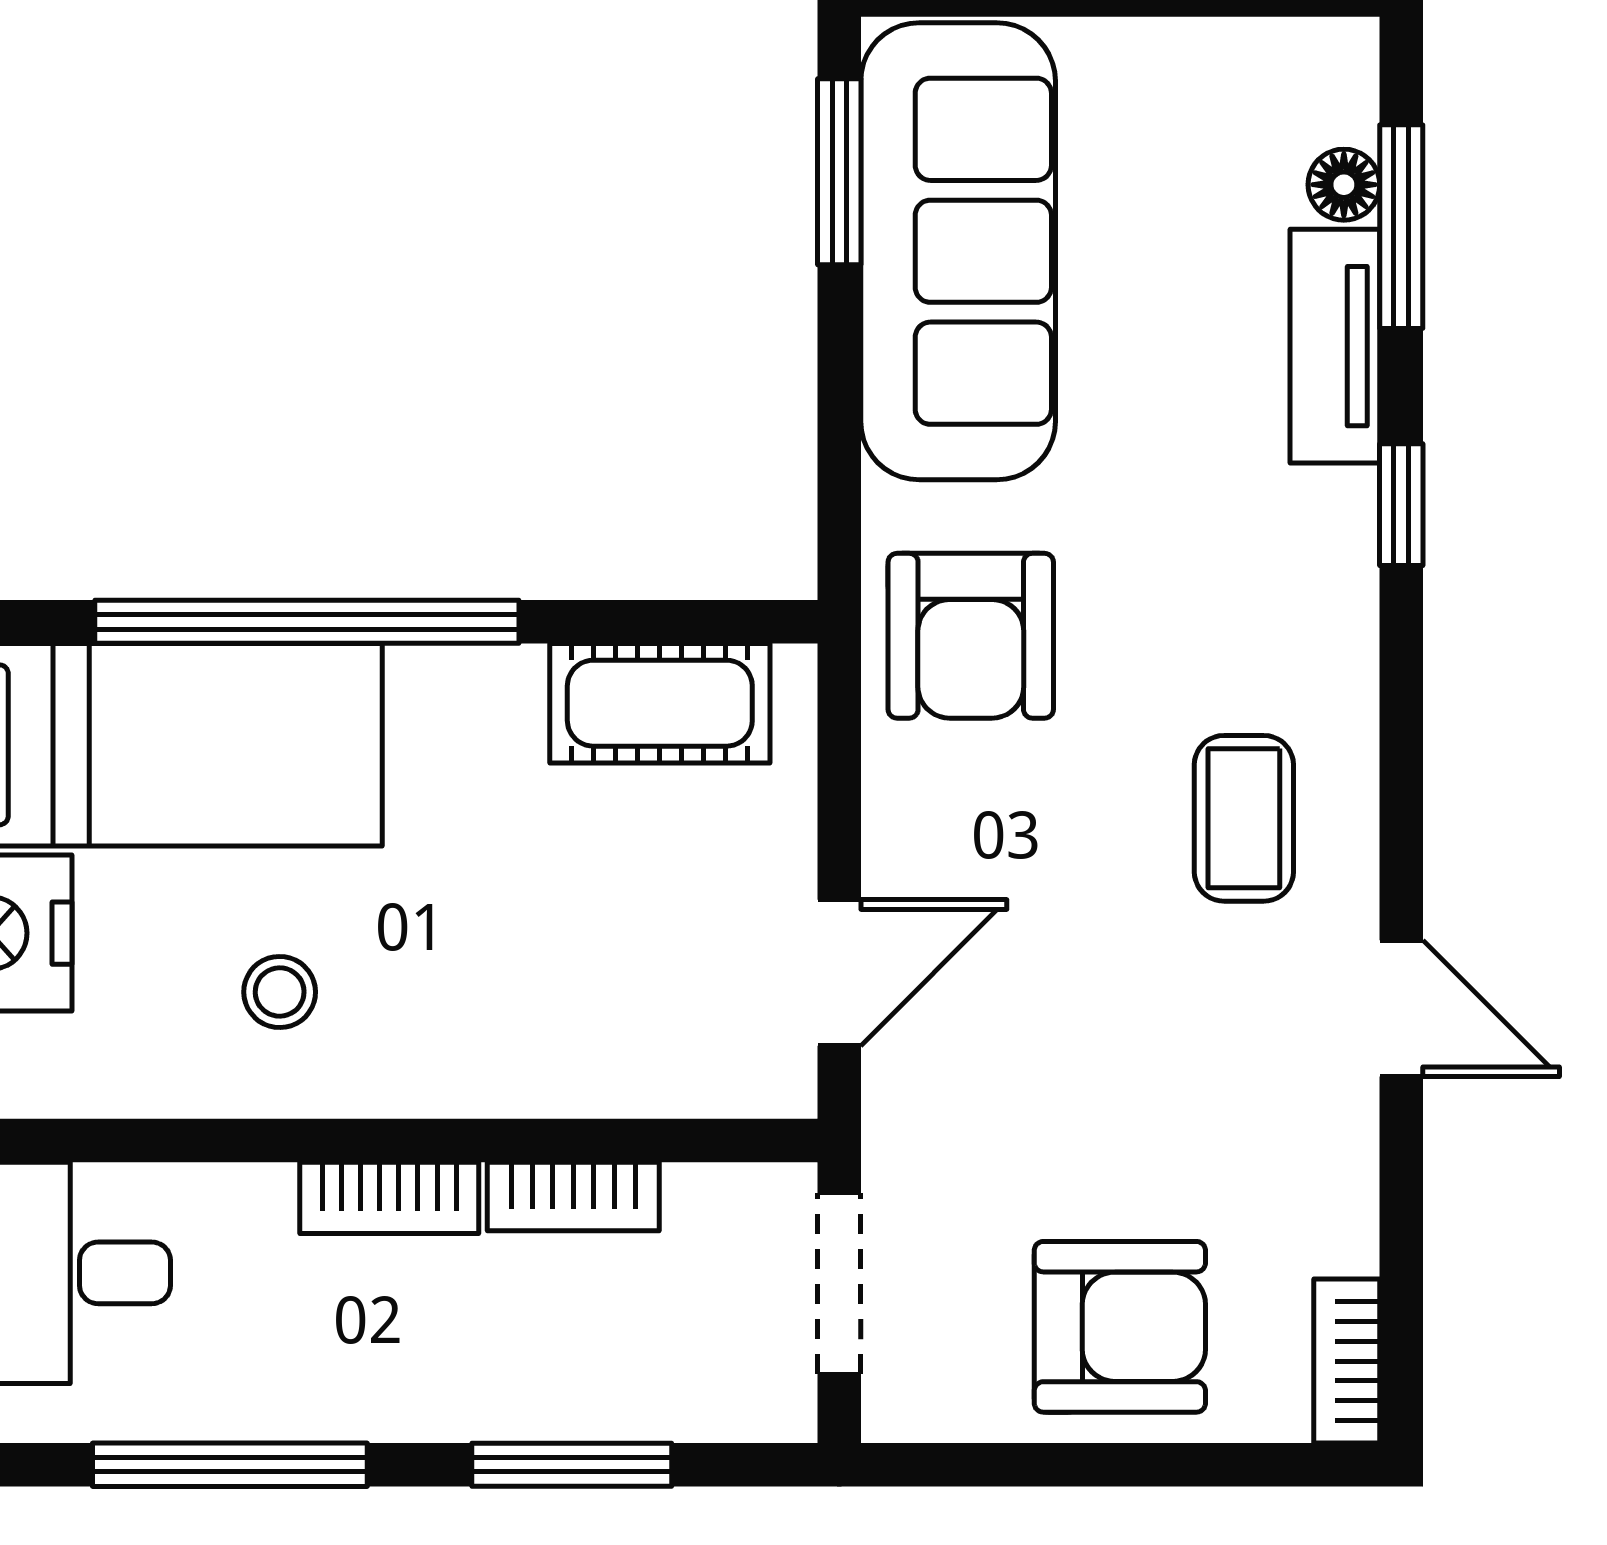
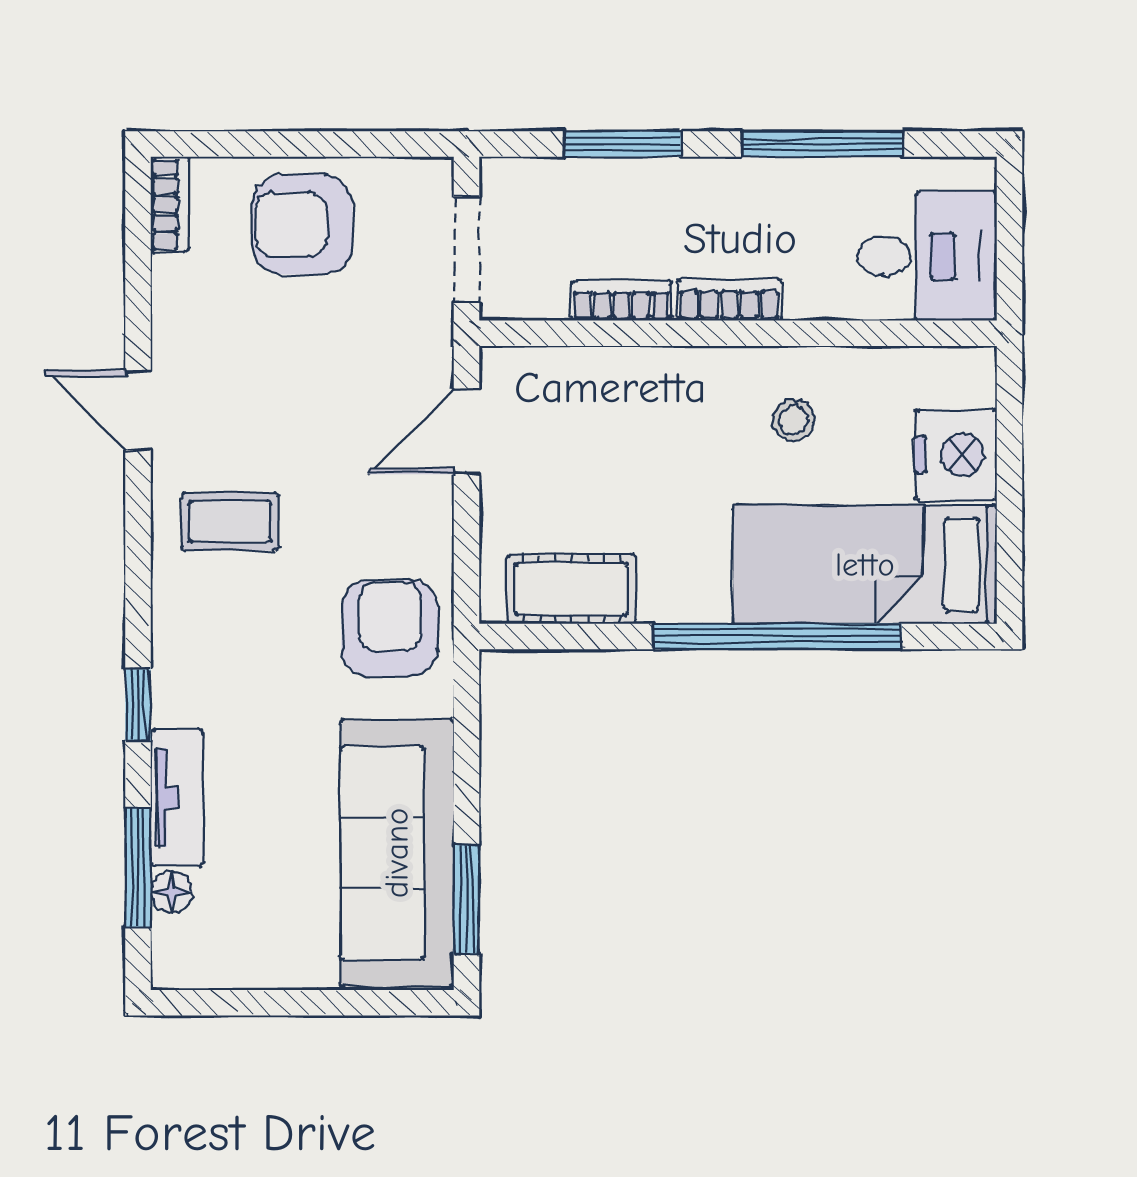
coffee table: (1244, 818) -> (230, 522), turned 90

